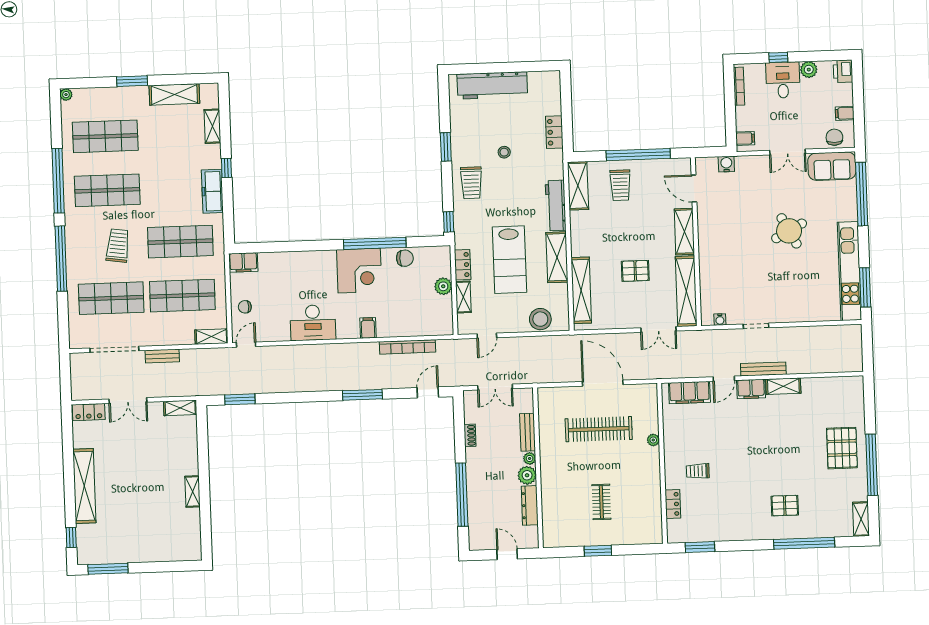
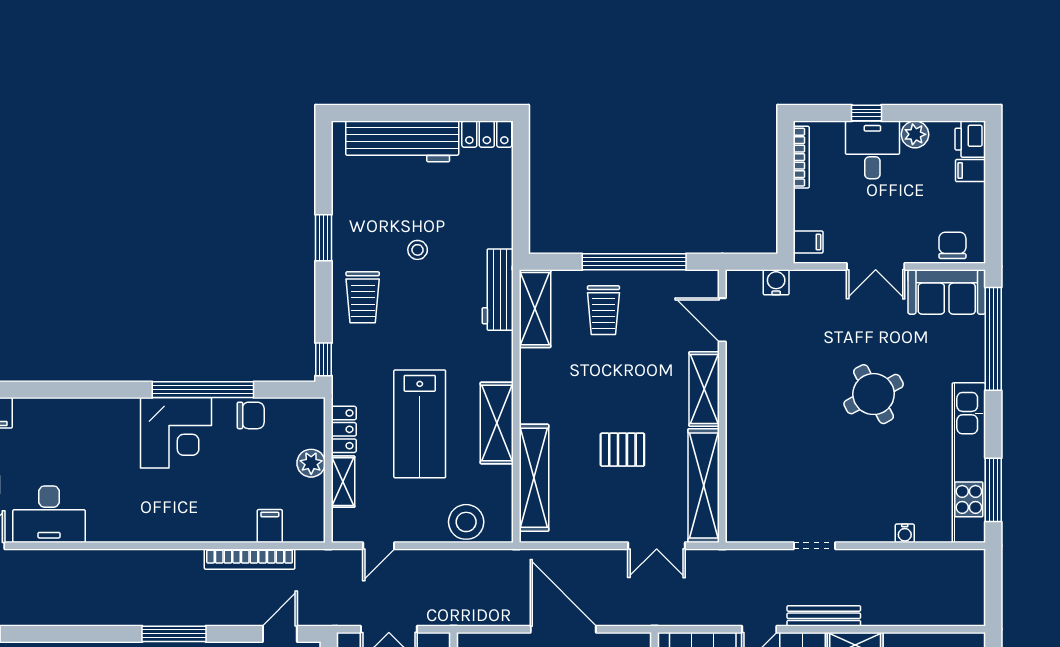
filing cabinet: (845, 113) -> (971, 171), moved
locker: (554, 132) -> (487, 134), moved, turned -90
workbench: (556, 206) -> (498, 290), moved
water cooler: (720, 319) -> (905, 533), moved
desk: (313, 323) -> (49, 514), moved
filing cabinet: (368, 328) -> (270, 526), moved

